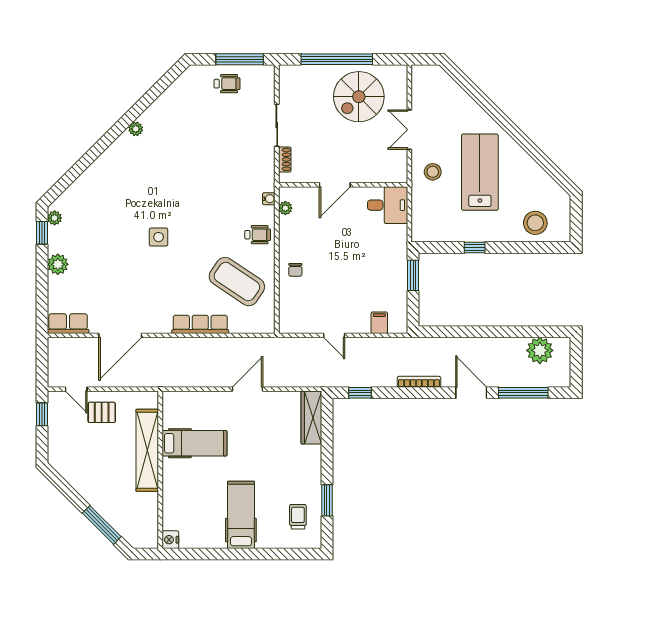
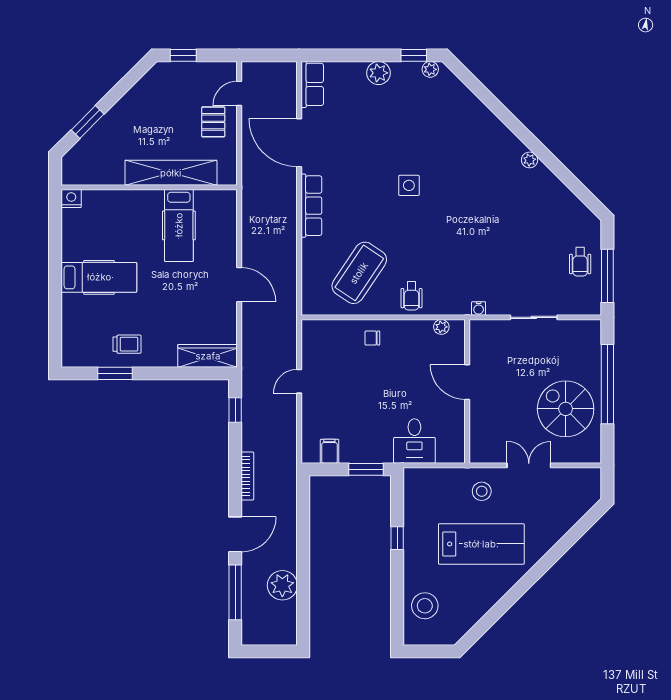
shoe rack: (285, 159) -> (495, 326), removed
water cooler: (269, 199) -> (479, 308), moved
desk: (388, 205) -> (414, 441), moved
filing cabinet: (379, 323) -> (329, 451), moved, turned -90
row of seats: (200, 324) -> (311, 206), moved
plant: (540, 350) -> (282, 585), moved
window: (42, 414) -> (183, 55), moved
trolley: (298, 517) -> (127, 344), moved
window: (102, 525) -> (88, 122), width x0.69

